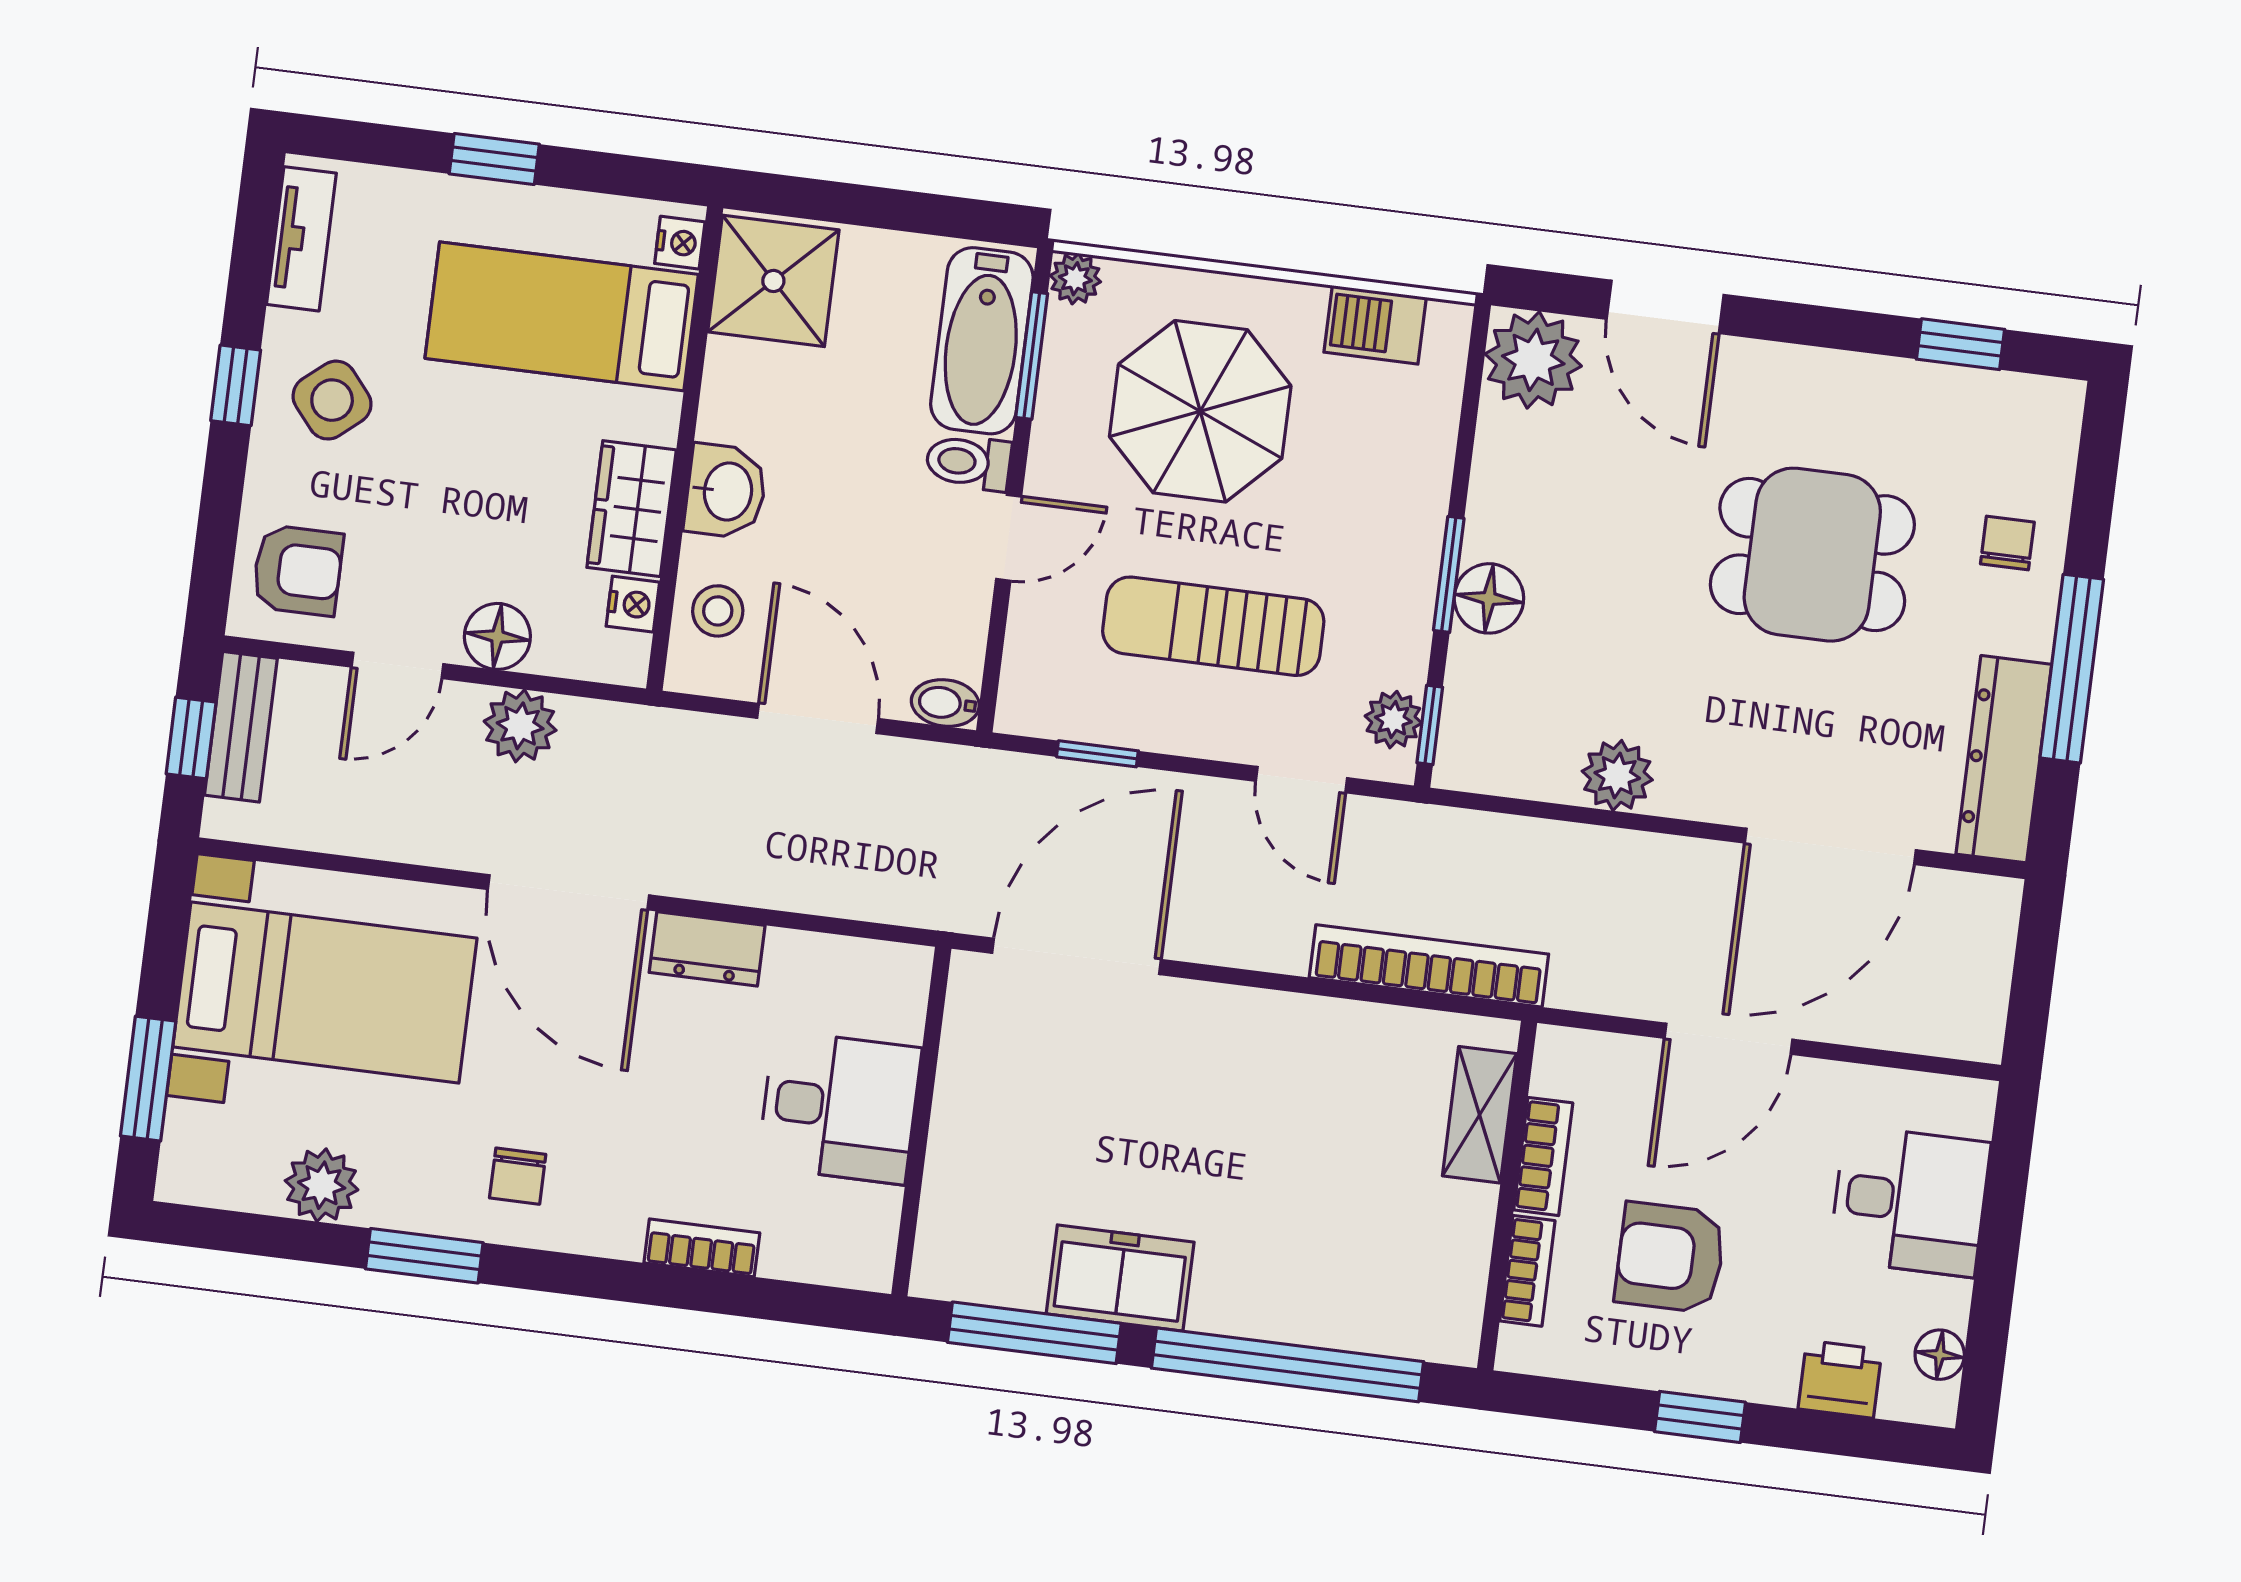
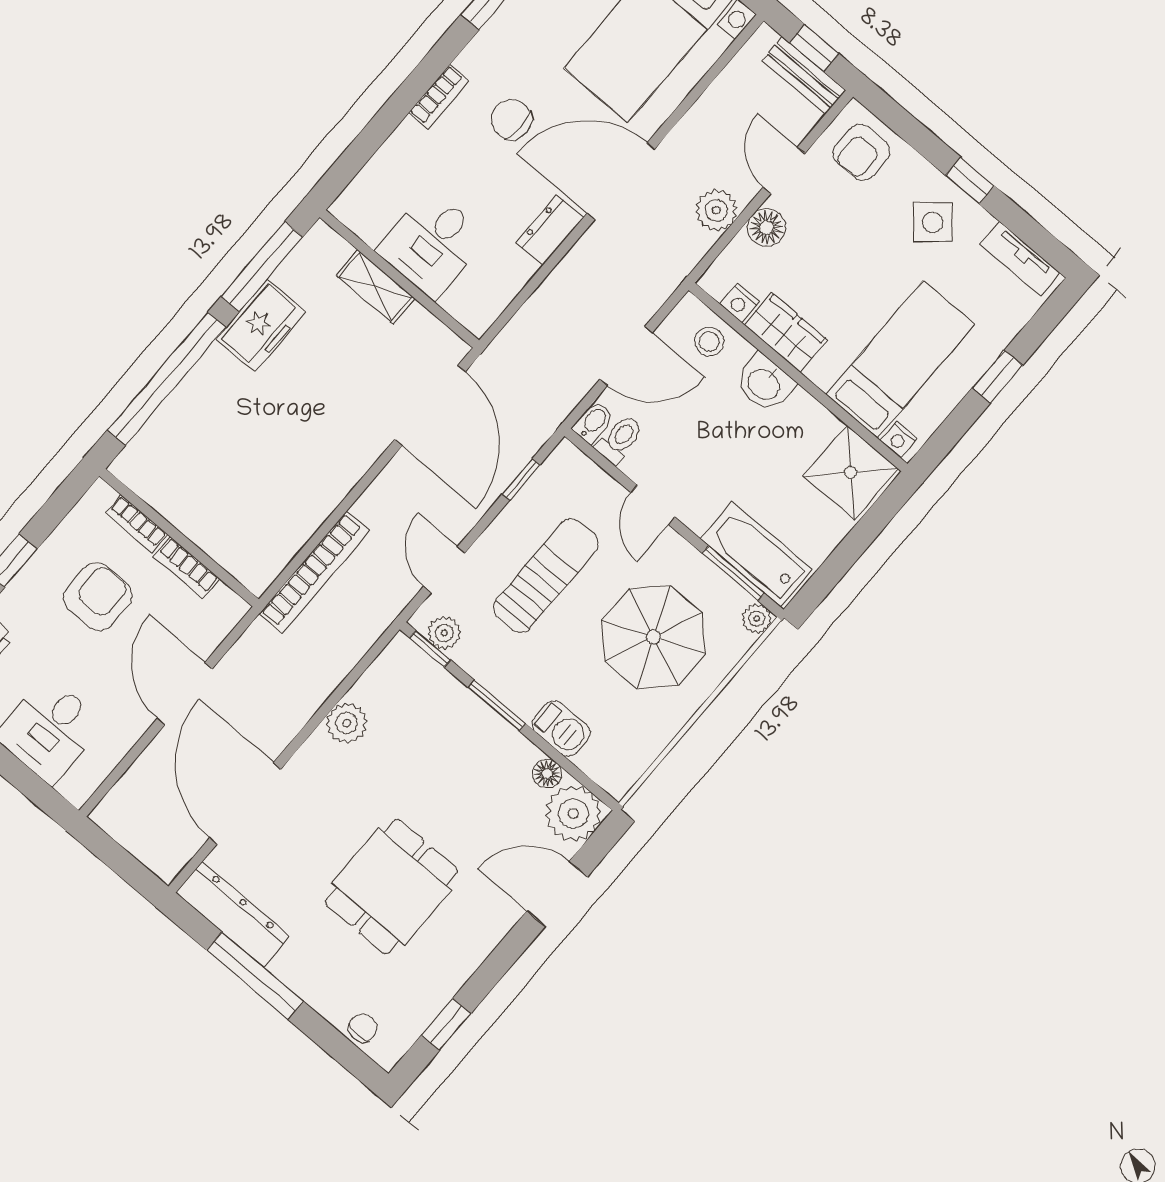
barbecue: (1375, 325) -> (561, 729), moved, turned 90
toilet: (968, 462) -> (620, 439), moved
chair: (2007, 543) -> (363, 1028), moved, turned -90
floor lamp: (1489, 598) -> (547, 774), moved, width x0.73, depth x0.73
door: (1302, 780) -> (444, 570), hinge flipped
shelving: (1480, 1115) -> (375, 287), moved
chair: (518, 1176) -> (511, 119), moved, width x1.37, depth x1.37
bookcase: (702, 1248) -> (439, 97), moved

